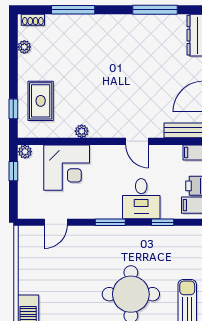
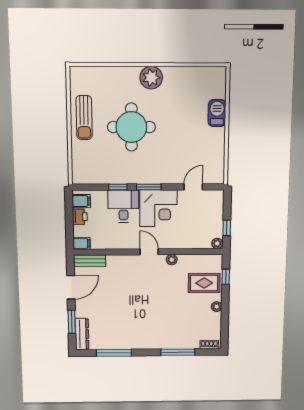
plant: (24, 47) -> (217, 307), moved
rug: (41, 101) -> (204, 283), turned 90
door: (137, 141) -> (149, 252), moved
corner desk: (67, 168) -> (158, 208), moved, turned 180
window: (163, 222) -> (118, 187), moved

